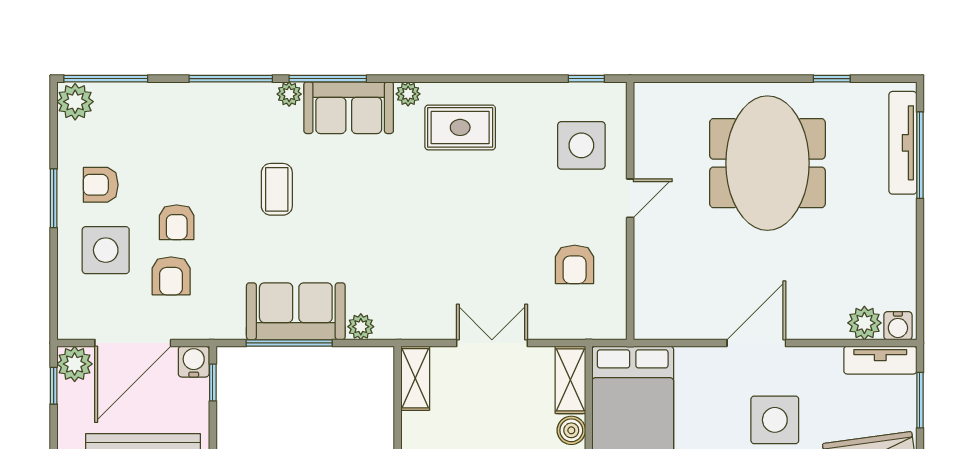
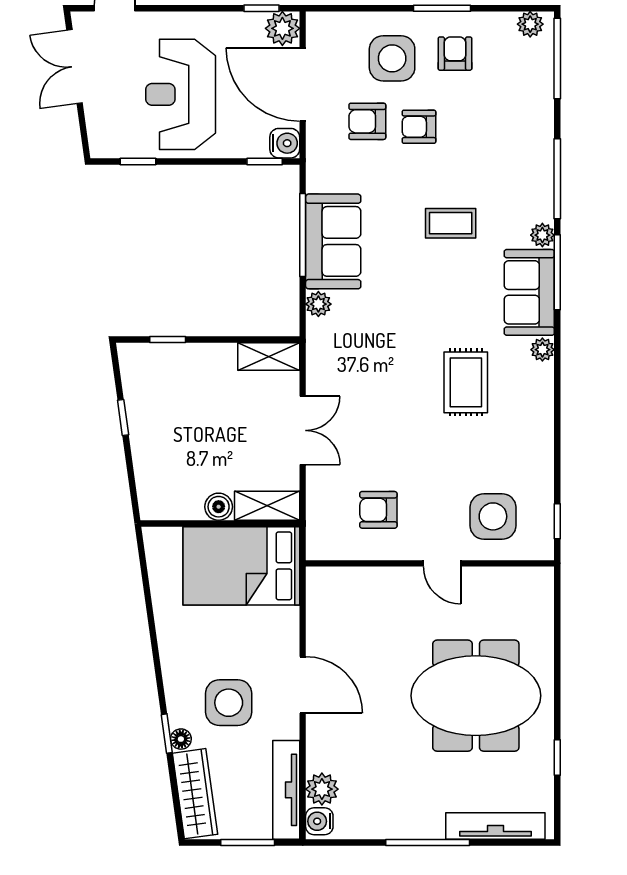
plant: (75, 102) -> (530, 24), width x0.73, depth x0.73
rug: (460, 127) -> (466, 382), moved
window: (920, 155) -> (428, 842), moved
tv unit: (880, 360) -> (286, 790), width x1.41

